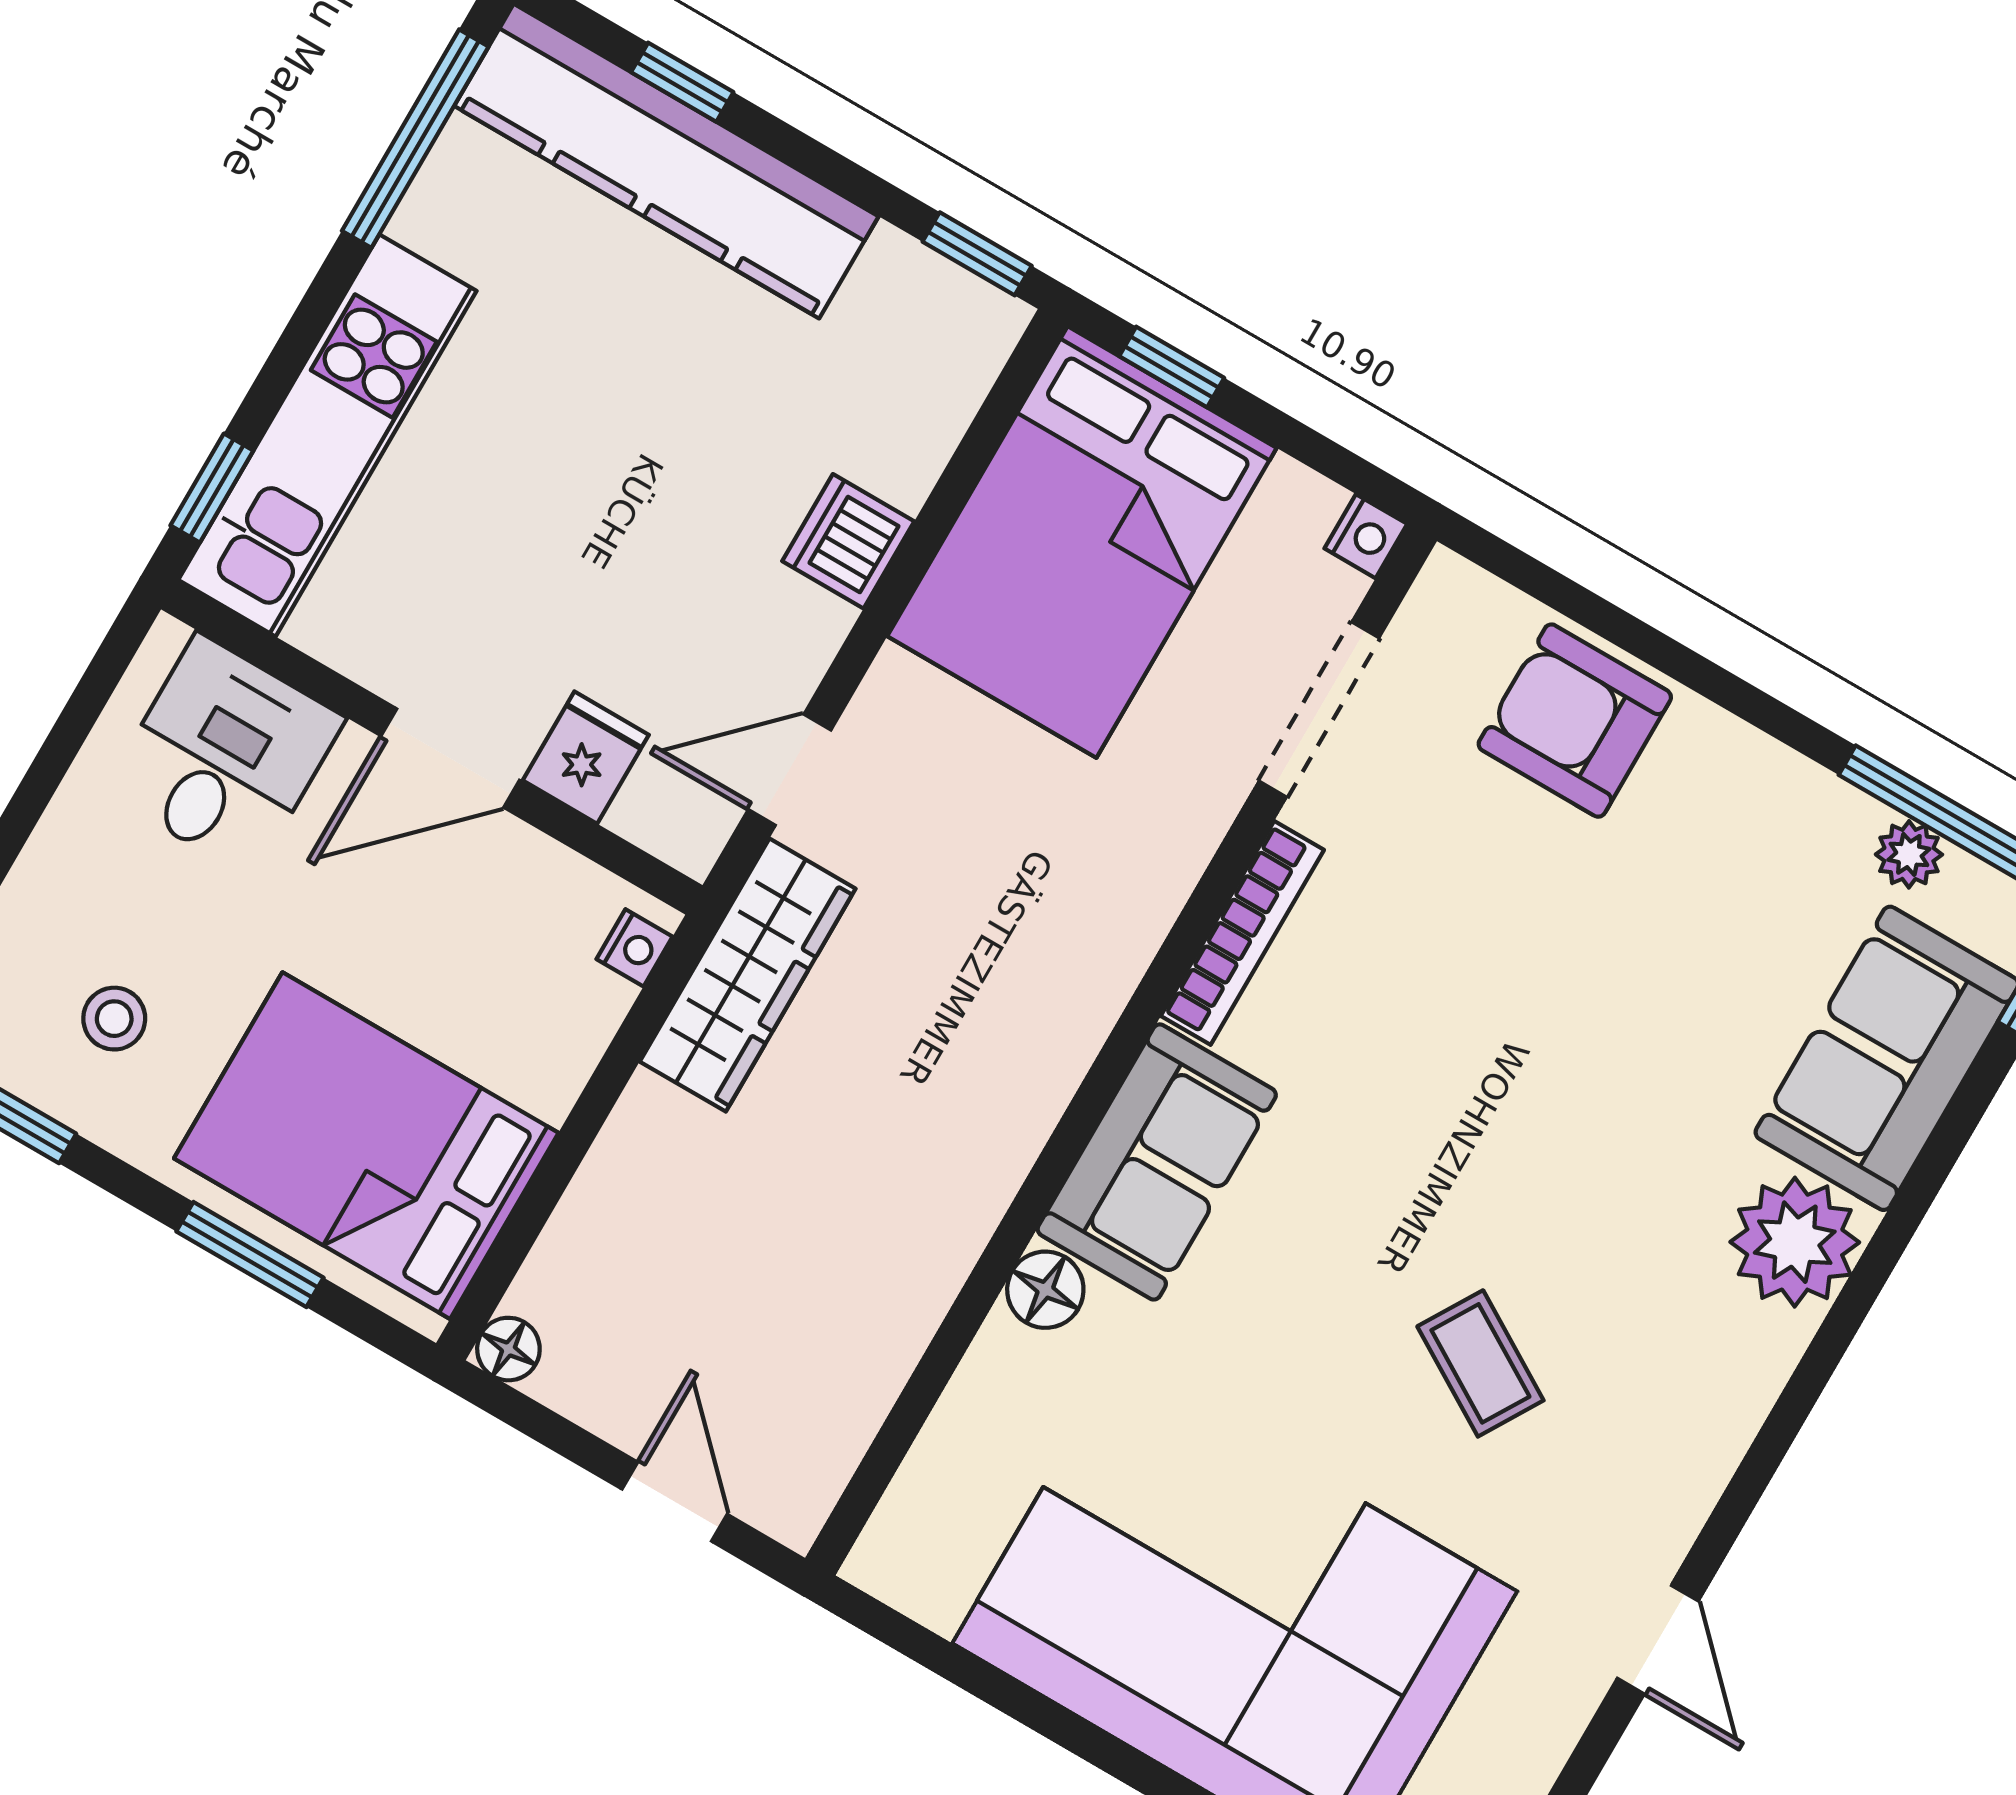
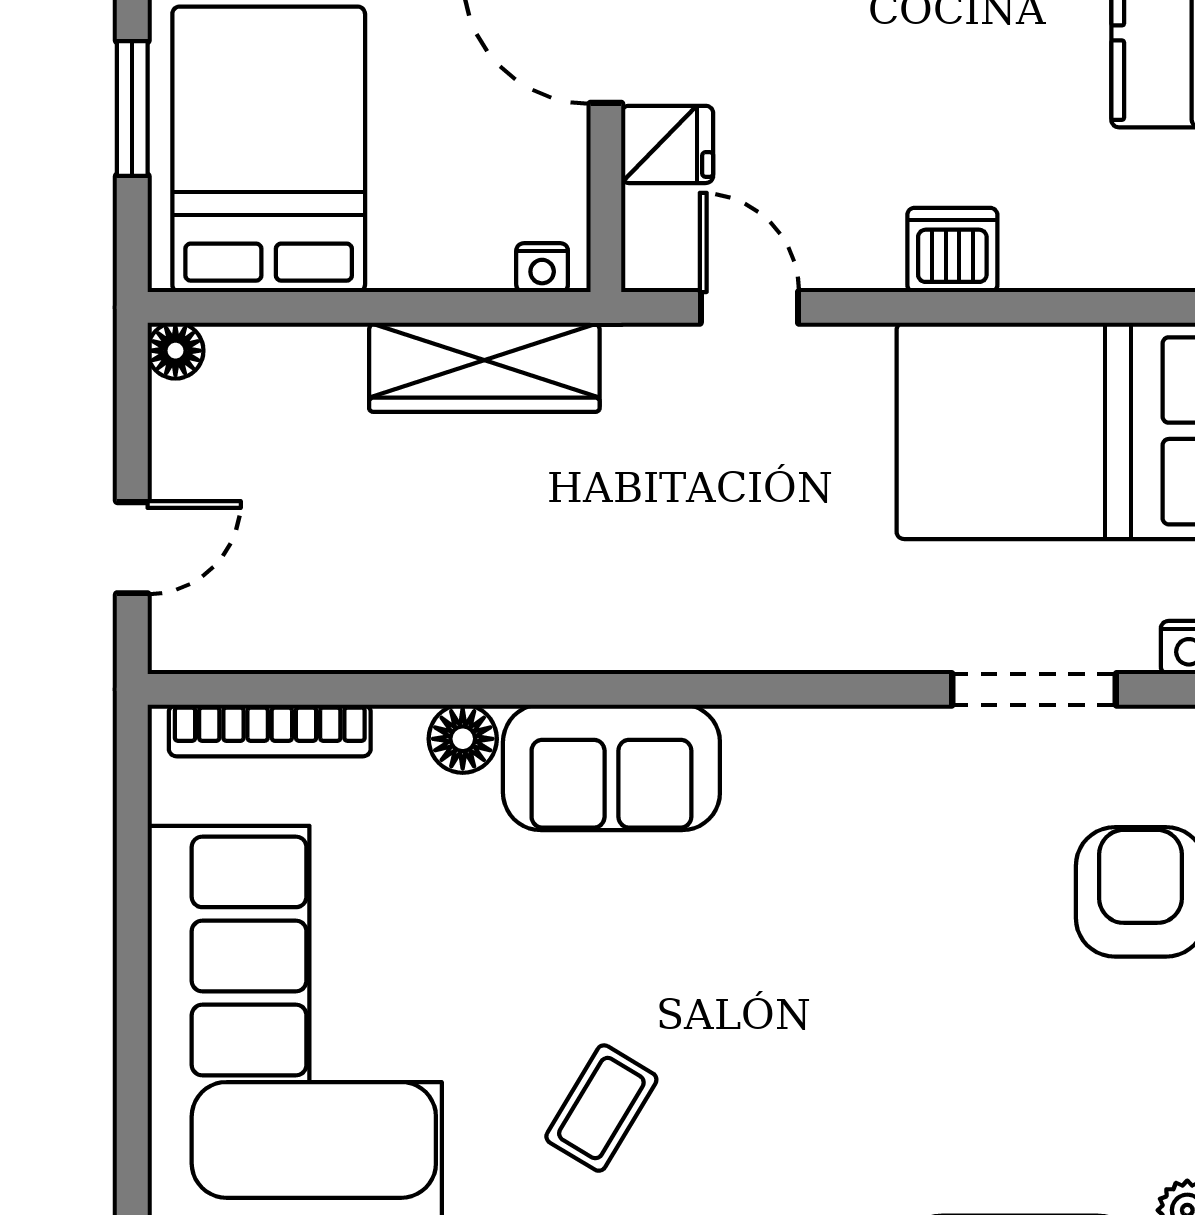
bookcase: (1242, 933) -> (270, 730), moved
wardrobe: (748, 975) -> (484, 367), moved

